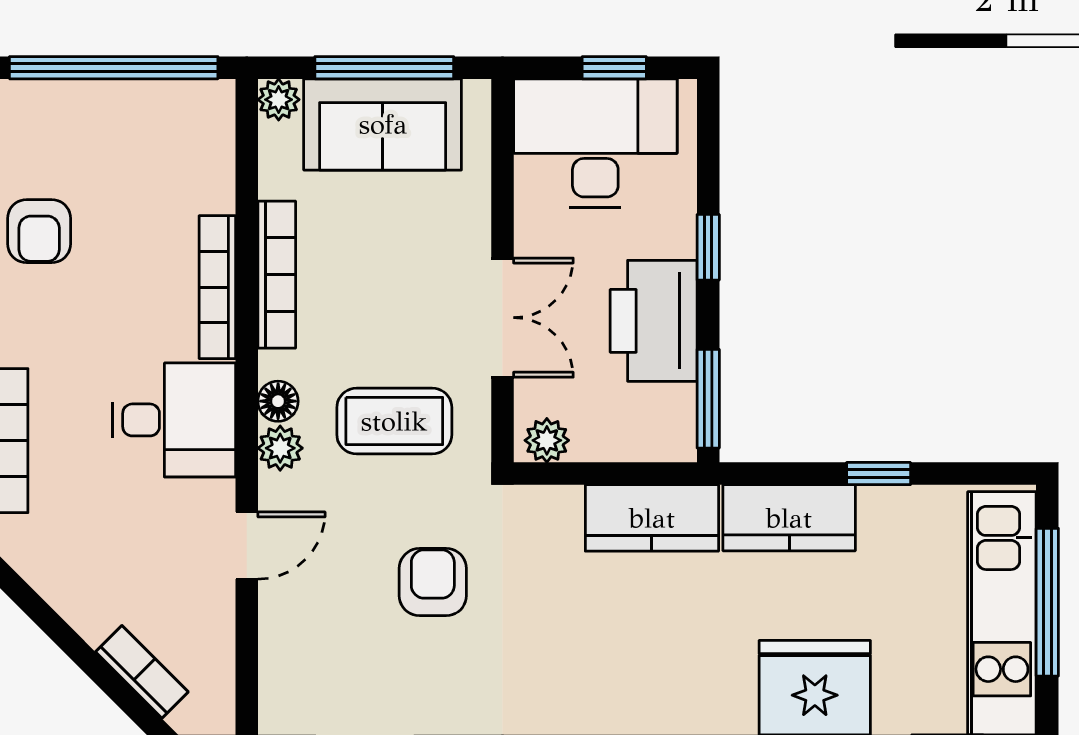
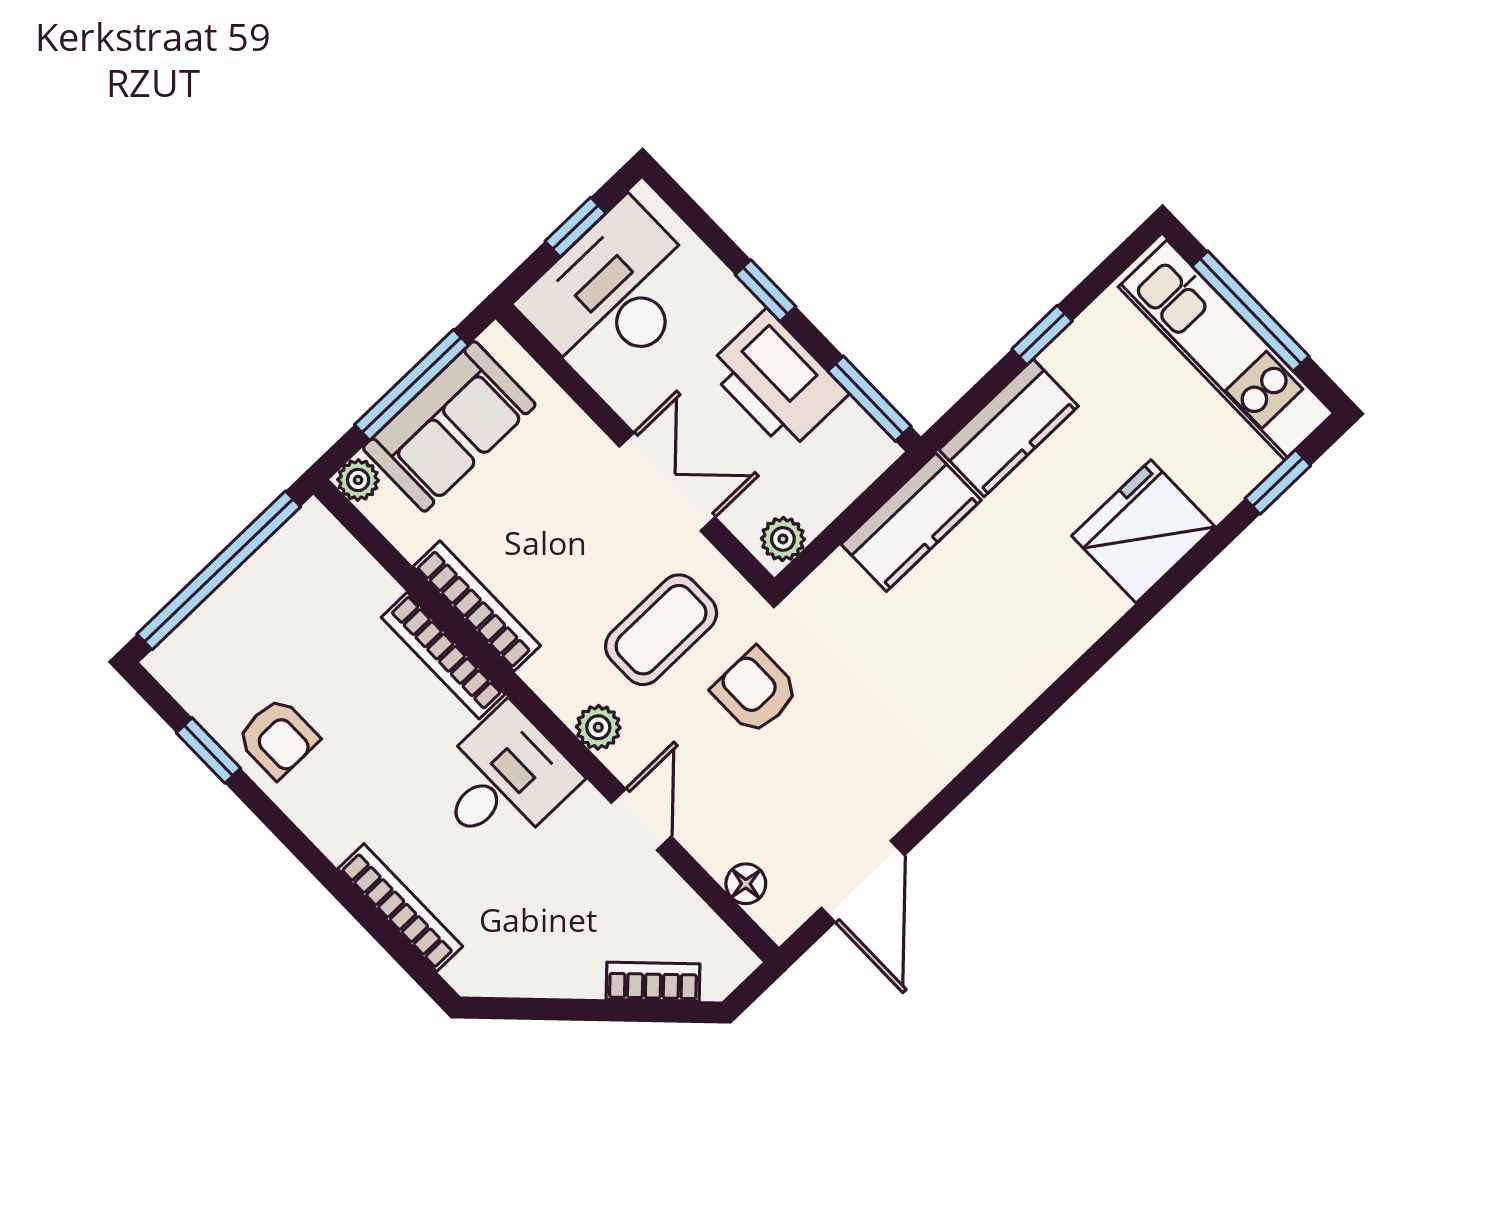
floor lamp: (278, 401) -> (746, 884), moved
armchair: (433, 582) -> (755, 691), moved

